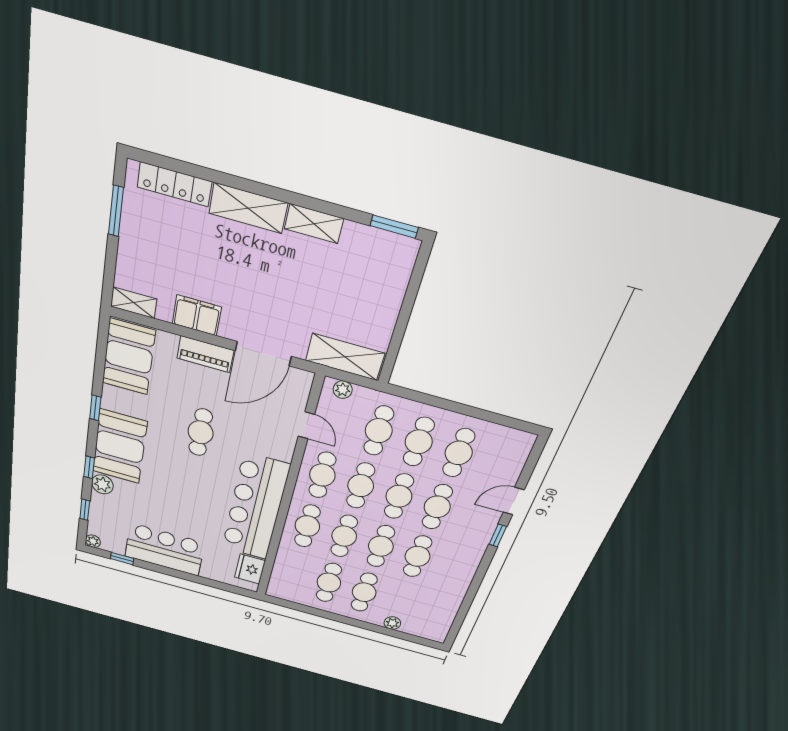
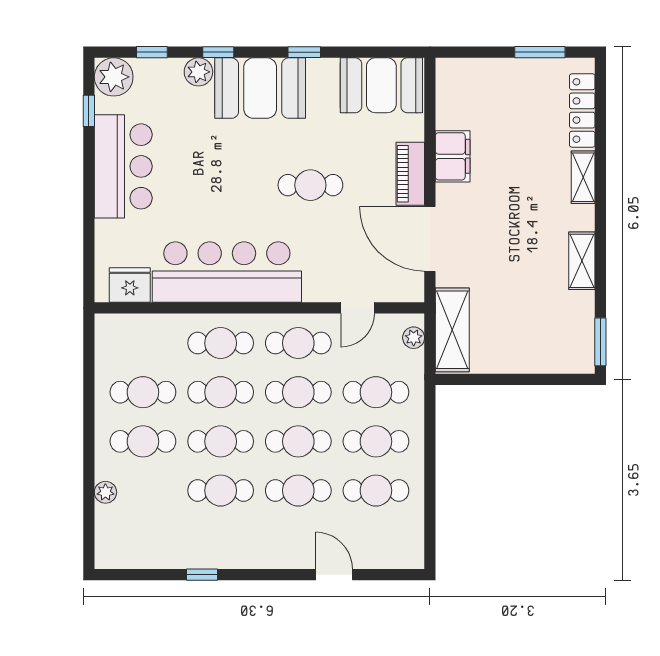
shelving: (248, 208) -> (583, 177), width x0.67, depth x0.75
shelving: (134, 303) -> (447, 83), removed
window: (498, 535) -> (202, 575), moved
plant: (93, 541) -> (114, 77), width x1.87, depth x1.87

